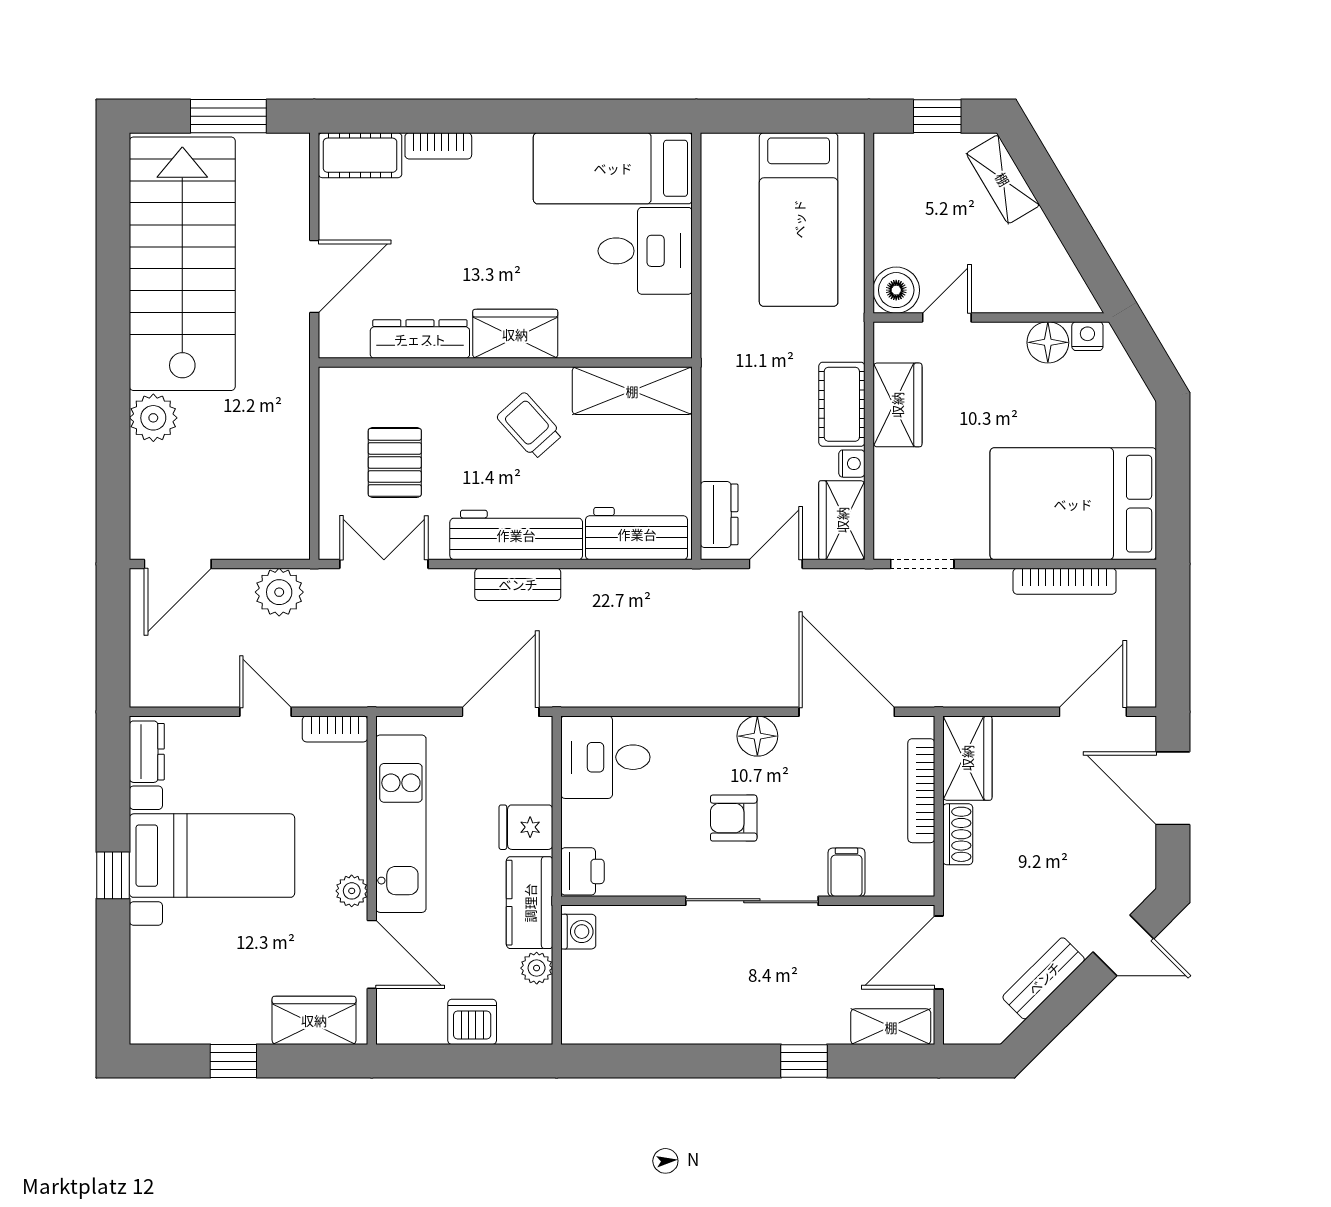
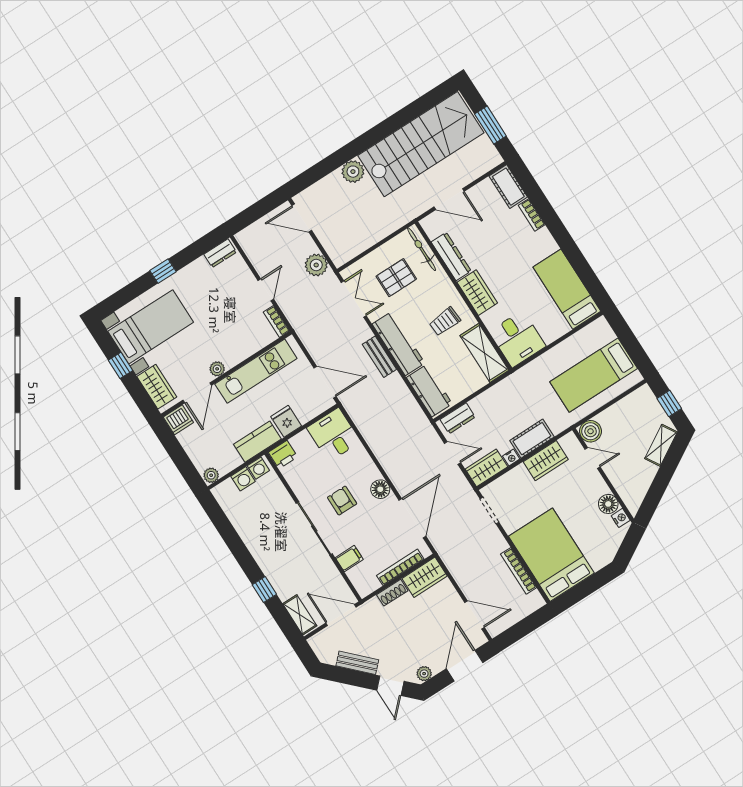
desk: (645, 251) -> (517, 339), moved
bicycle: (373, 384) -> (422, 249), added
trolley: (530, 426) -> (445, 321), turned -142
bed with nightstands: (212, 856) -> (151, 327), moved, turned -90
plant: (1141, 870) -> (424, 674), added
plant: (537, 968) -> (211, 475), moved
washing machine: (580, 971) -> (243, 479), added
dishwasher: (472, 1022) -> (178, 420), moved, turned 90

